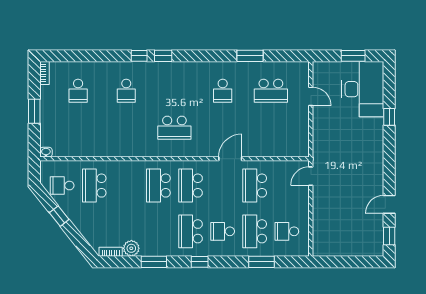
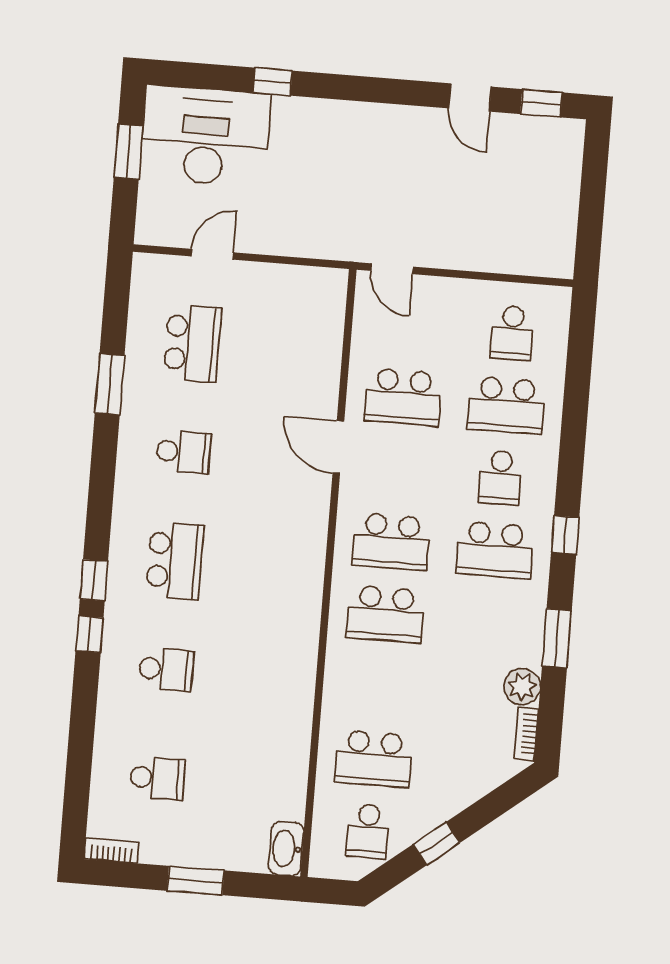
school desk: (174, 128) -> (175, 561), moved
washbasin: (46, 152) -> (286, 849), width x1.91, depth x1.45
window: (262, 262) -> (576, 396), removed

